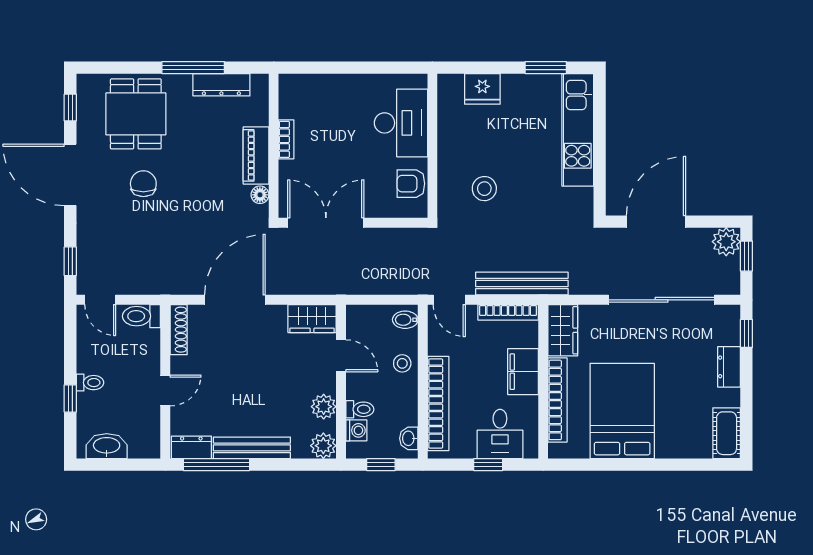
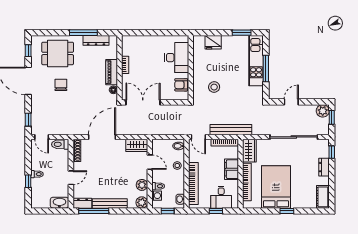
dining table: (136, 114) -> (58, 53), turned 90
window: (600, 147) -> (266, 68), added
door: (656, 222) -> (291, 102), width x0.53
washbasin: (107, 446) -> (59, 203), moved
window: (646, 465) -> (287, 211), added

